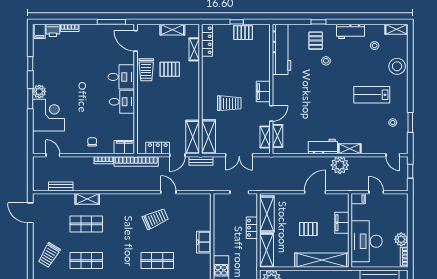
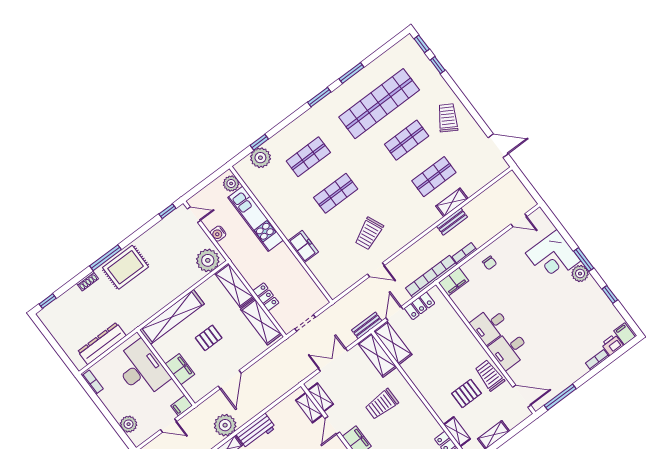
bench: (61, 186) -> (452, 222), moved
plant: (401, 239) -> (129, 424), moved

